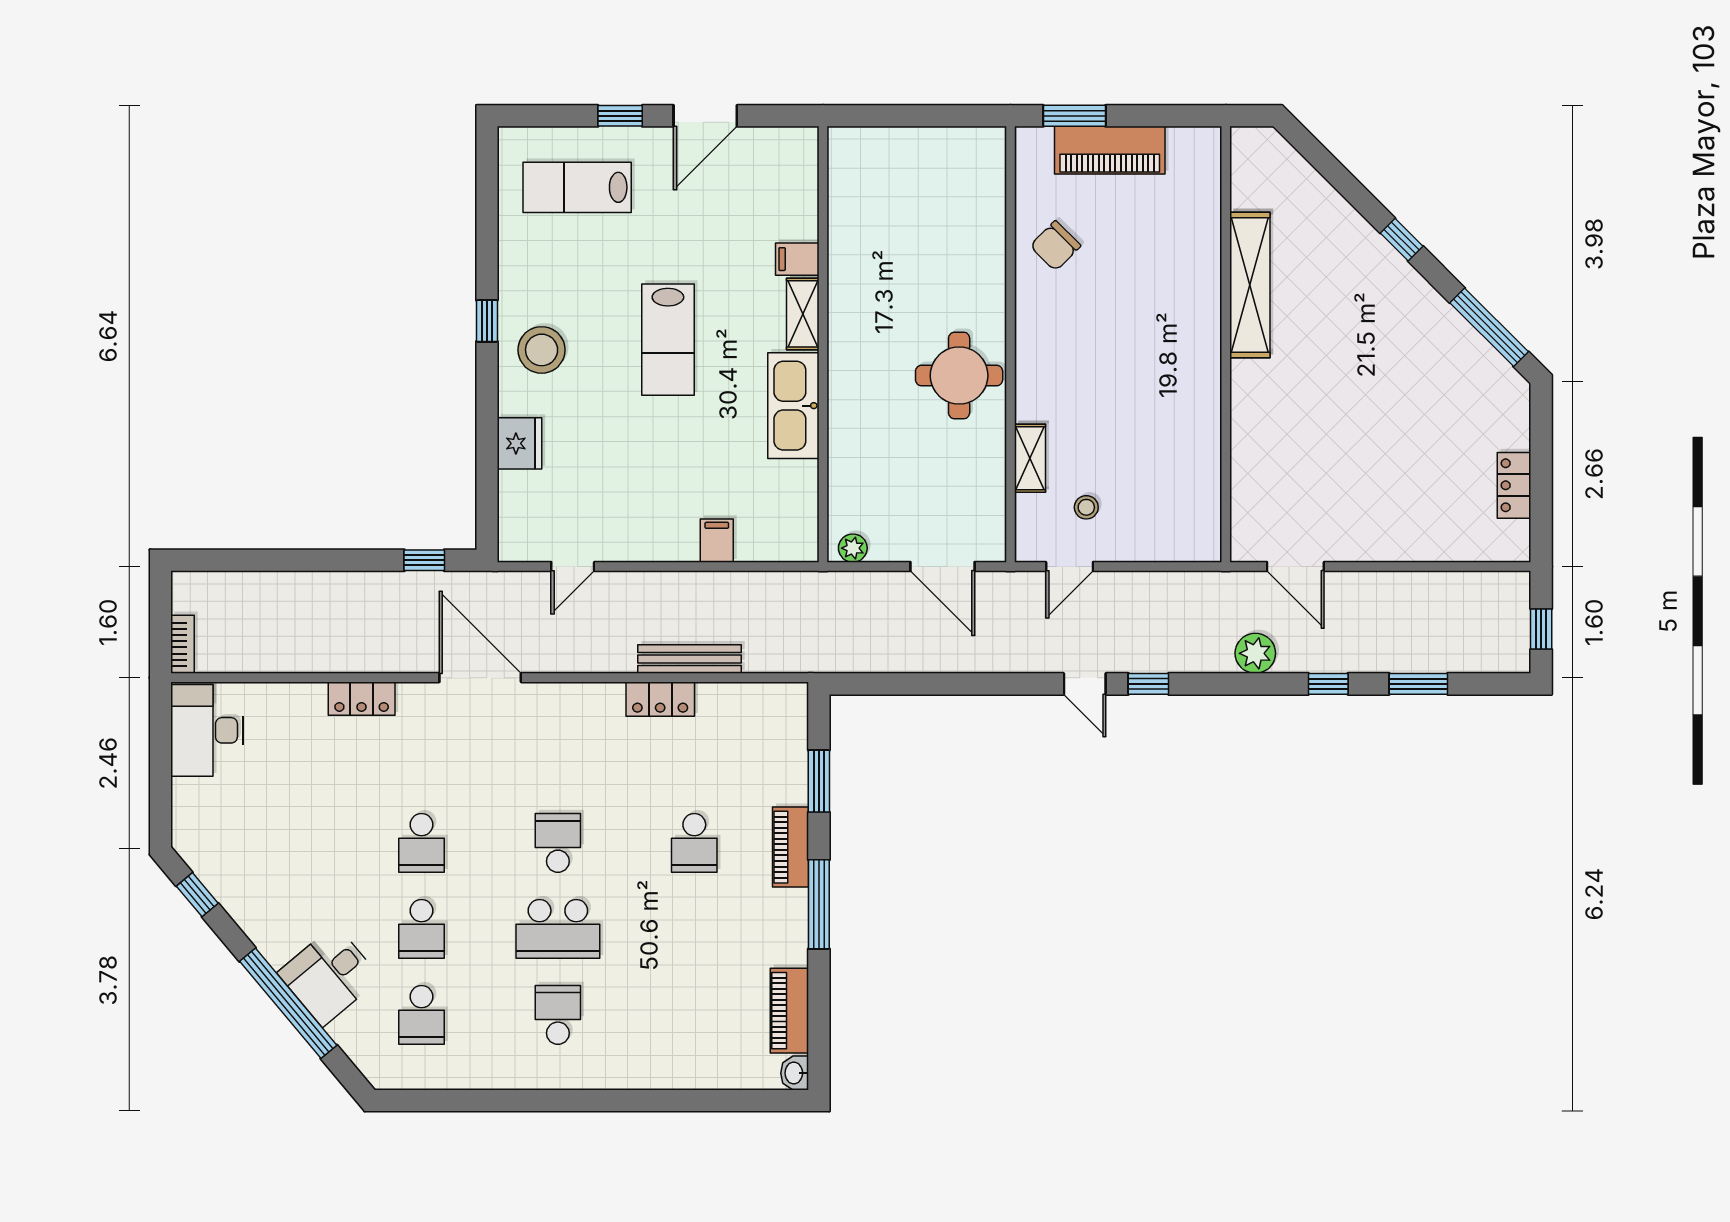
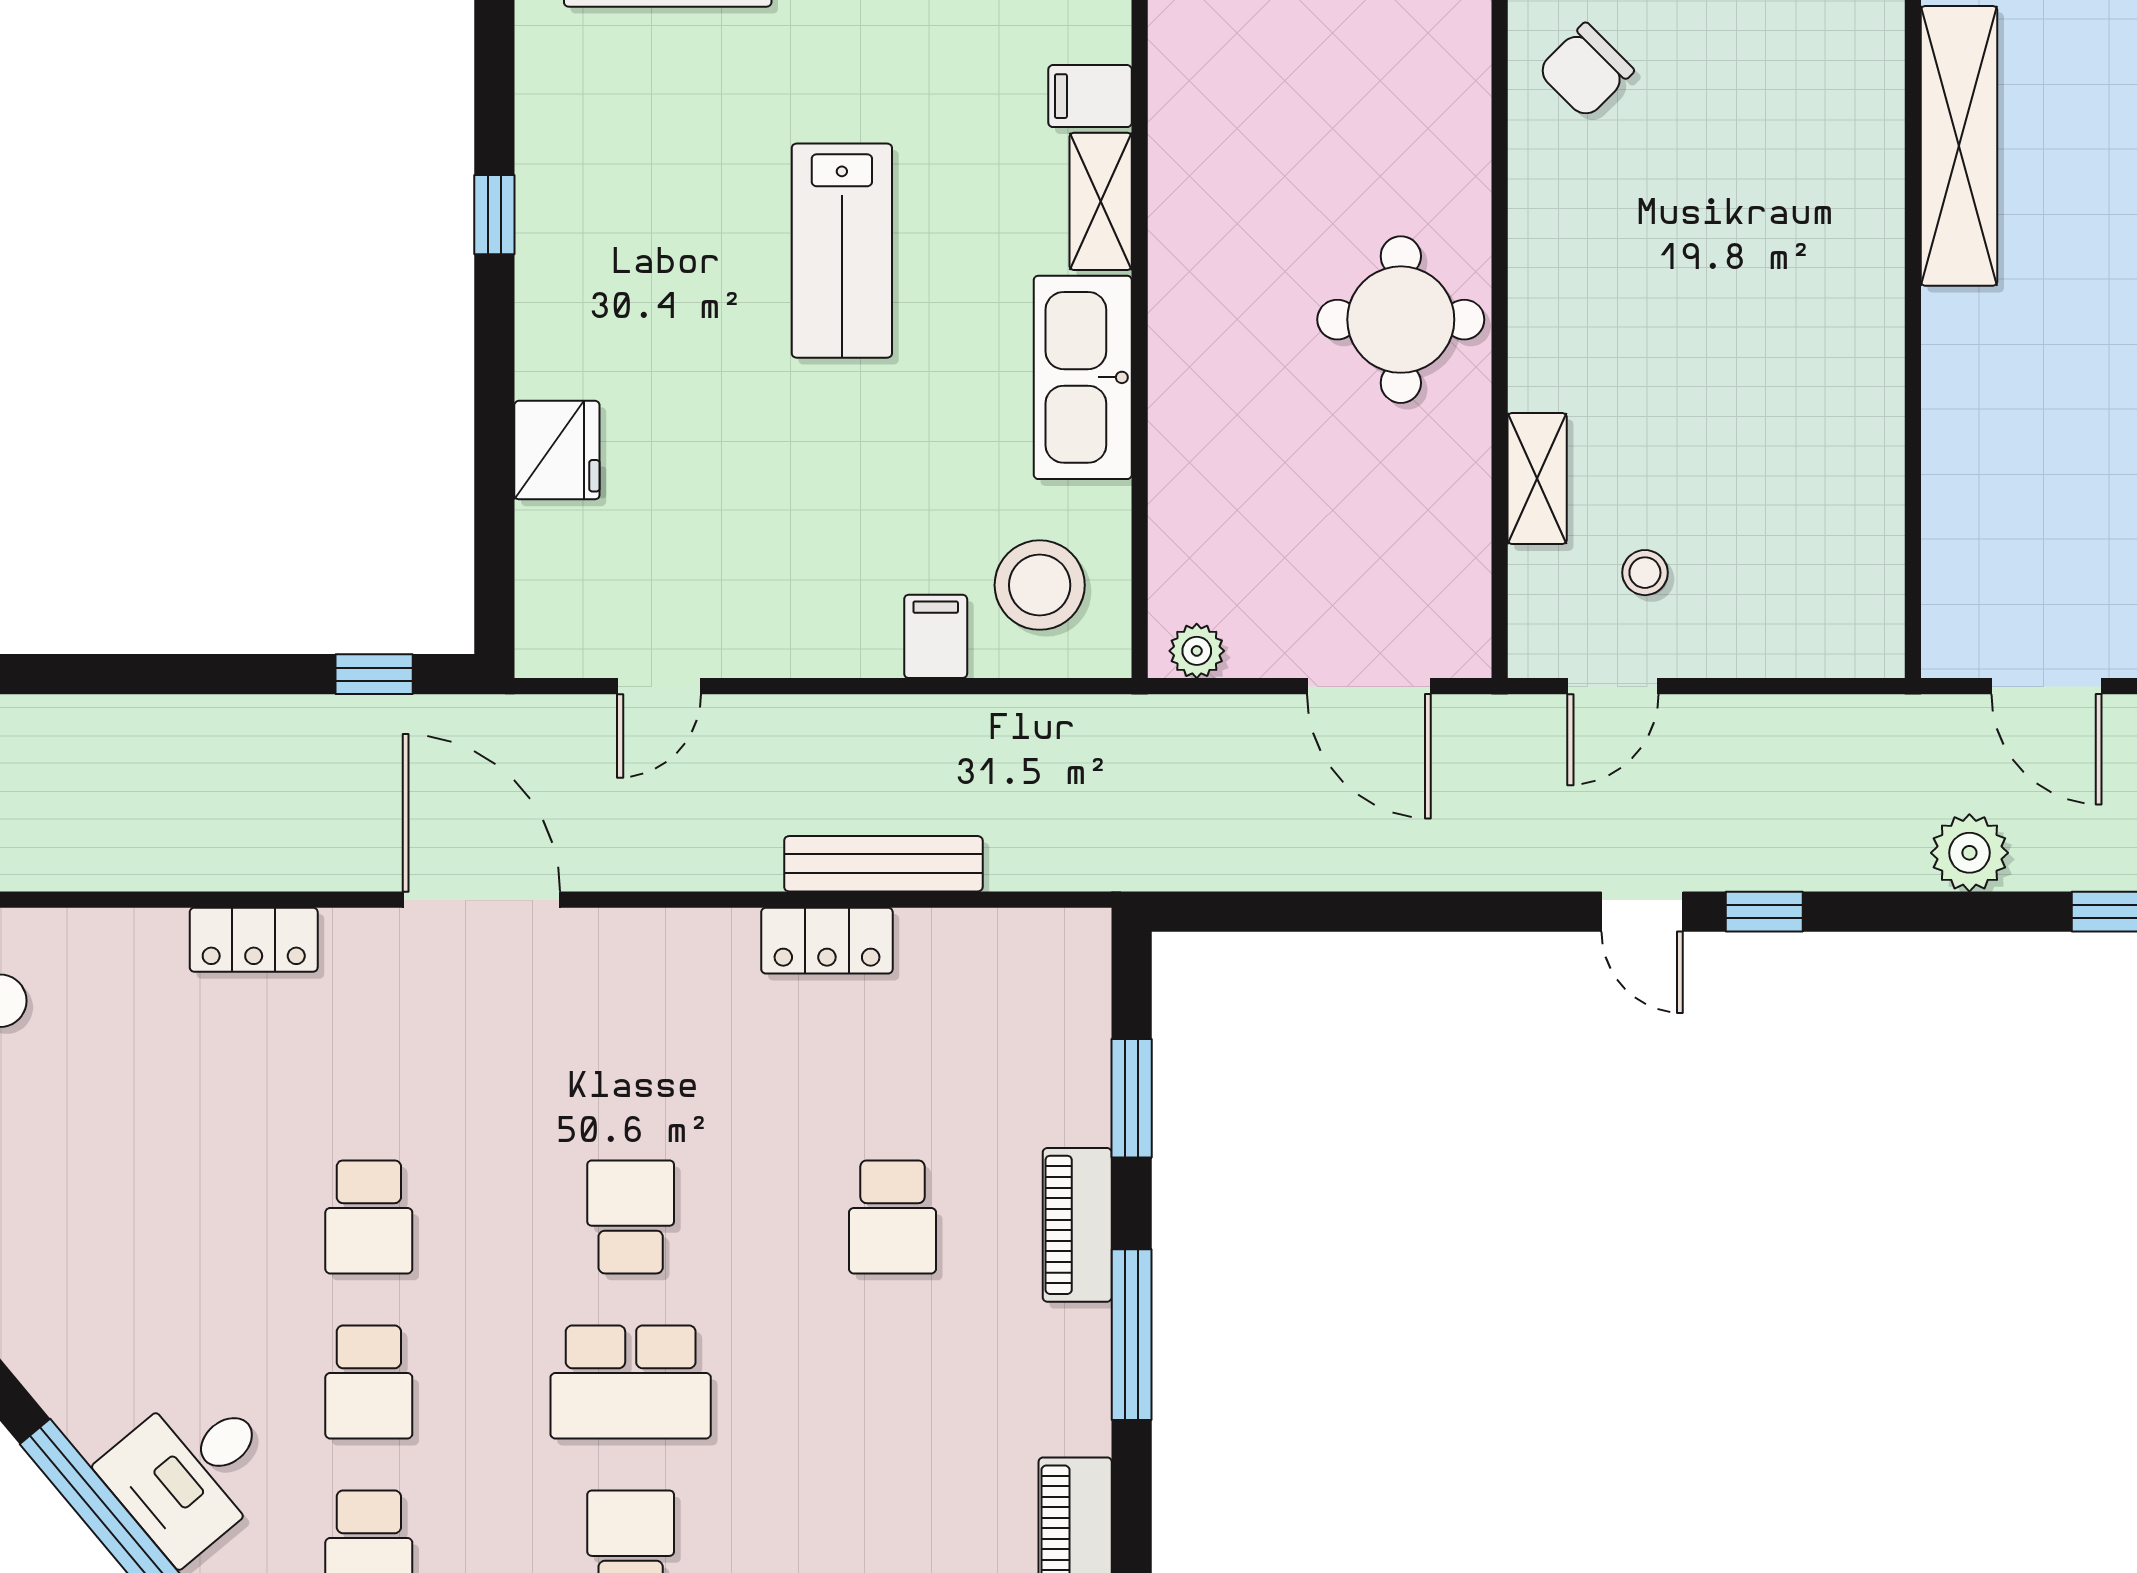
stool: (542, 350) -> (1040, 585), moved

